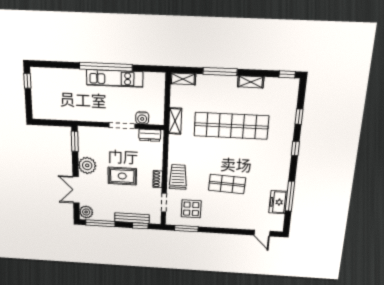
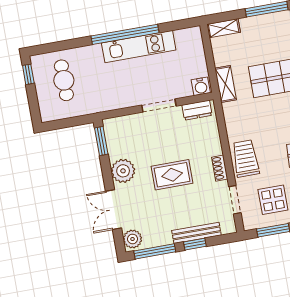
cafe table: (54, 91) -> (64, 80), added
water cooler: (142, 118) -> (201, 86), moved
window: (140, 226) -> (195, 244), moved

